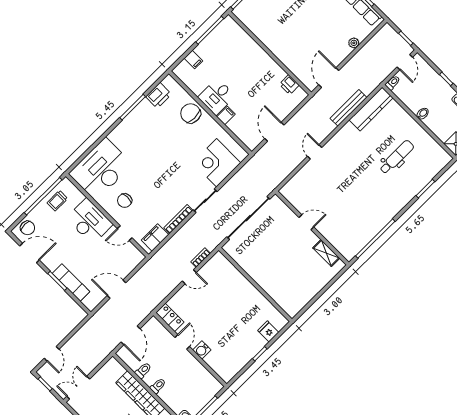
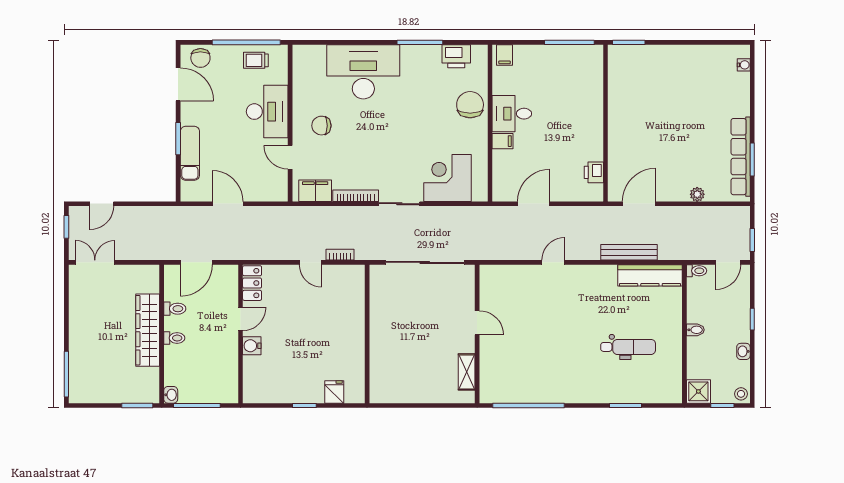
filing cabinet: (193, 59) -> (505, 55), moved
desk: (101, 169) -> (363, 72), moved

